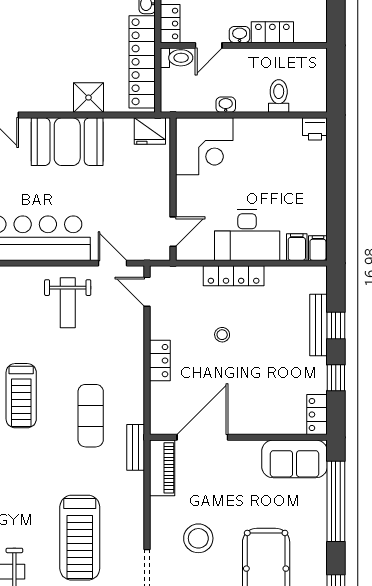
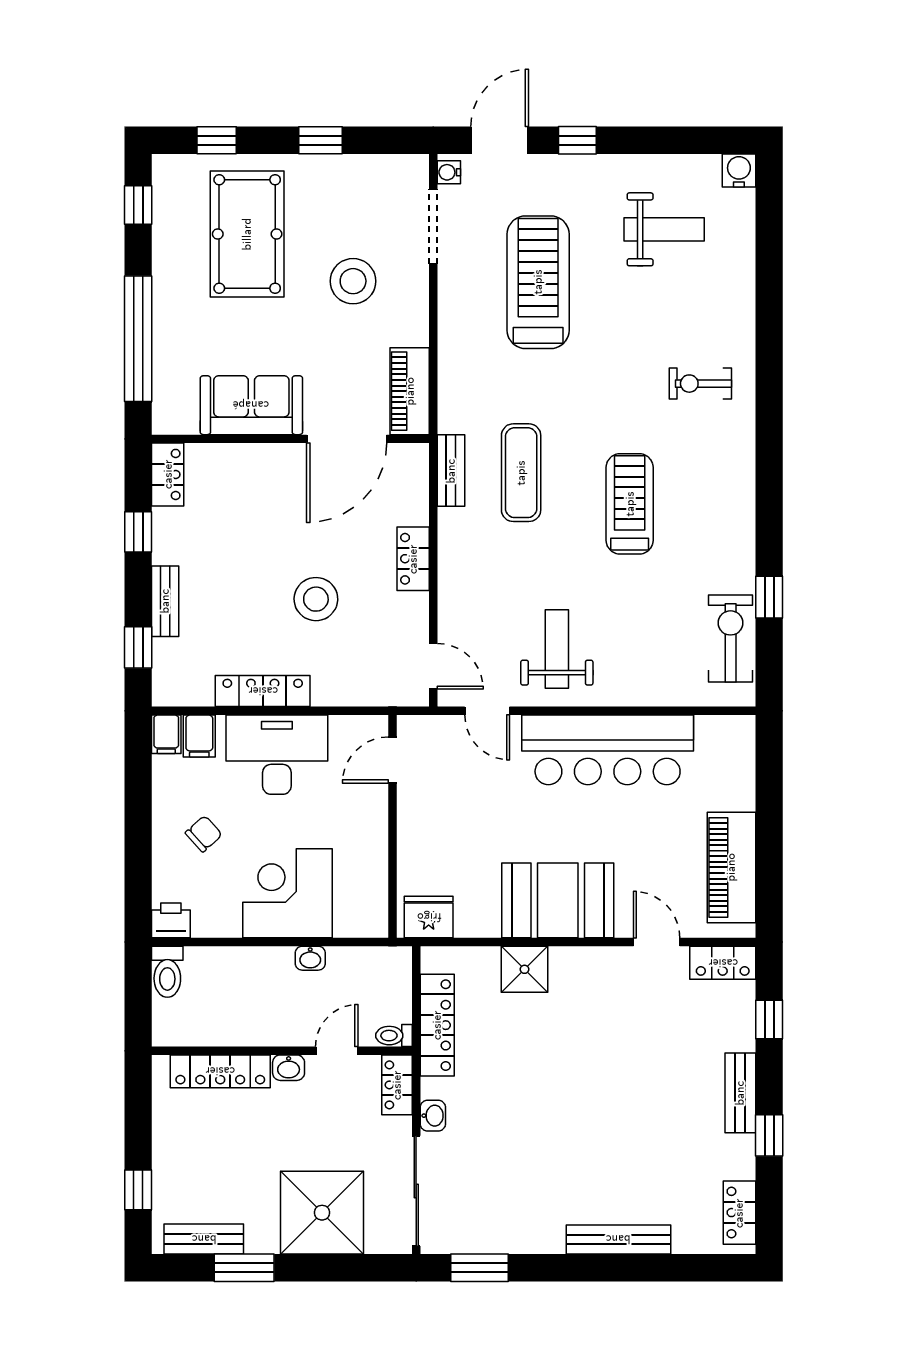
locker: (272, 32) -> (220, 1071), width x1.53
toilet: (177, 58) -> (394, 1036), width x0.73, depth x0.72
locker: (142, 62) -> (437, 1025), width x0.71, depth x0.83
toilet: (279, 96) -> (167, 972), moved
corner desk: (204, 146) -> (288, 893), moved
chair: (294, 184) -> (204, 834), added
locker: (234, 276) -> (263, 691), moved
bench: (319, 325) -> (165, 601), width x0.73
window: (336, 325) -> (138, 647), moved
stool: (222, 335) -> (316, 599), width x1.89, depth x1.89
bench: (136, 447) -> (451, 471), moved
sofa: (295, 459) -> (251, 405), moved

